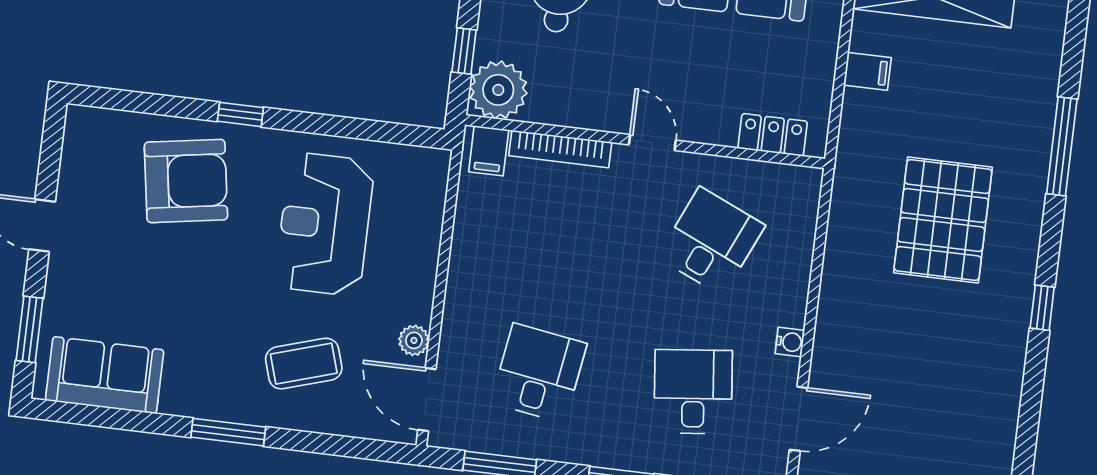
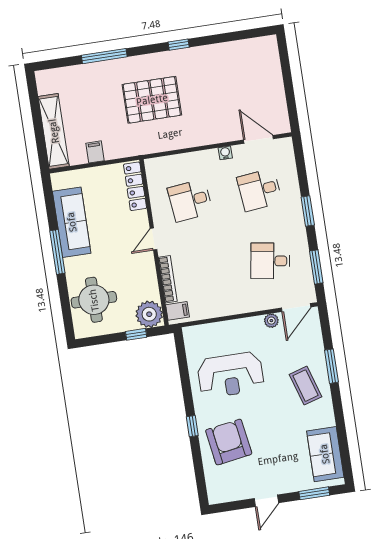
locker: (773, 135) -> (135, 186), width x1.53
desk: (711, 241) -> (190, 200), turned -30
coffee table: (304, 364) -> (306, 386), moved
window: (228, 432) -> (331, 366), moved

